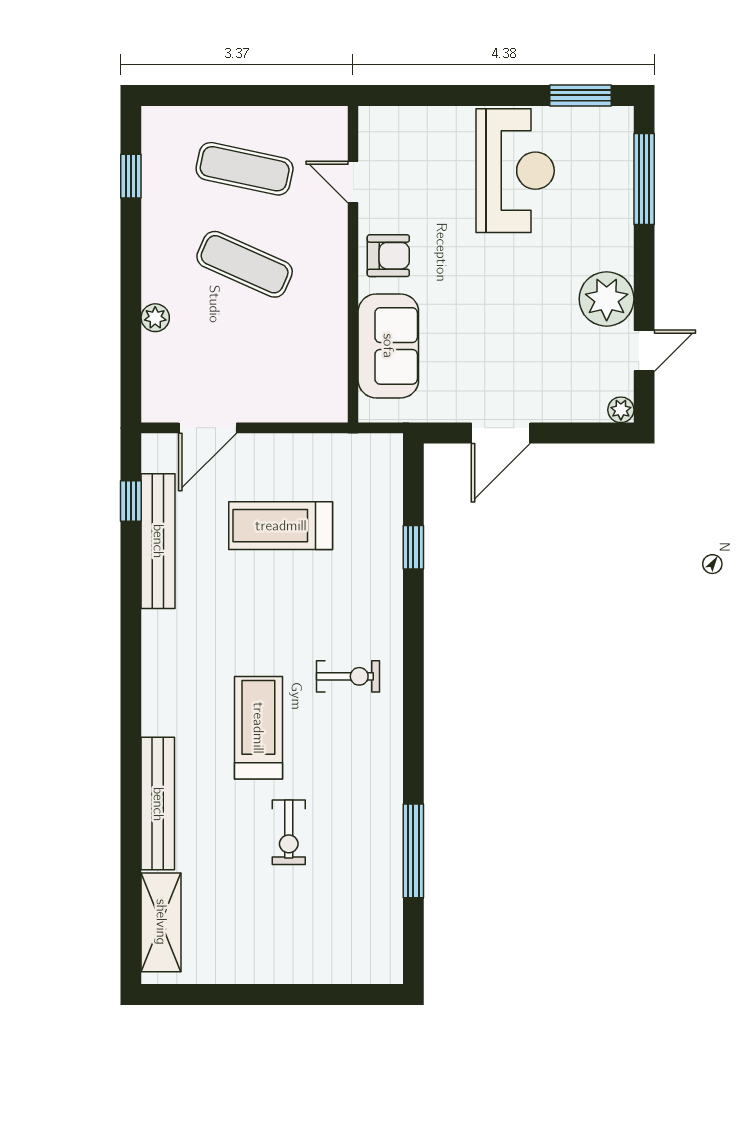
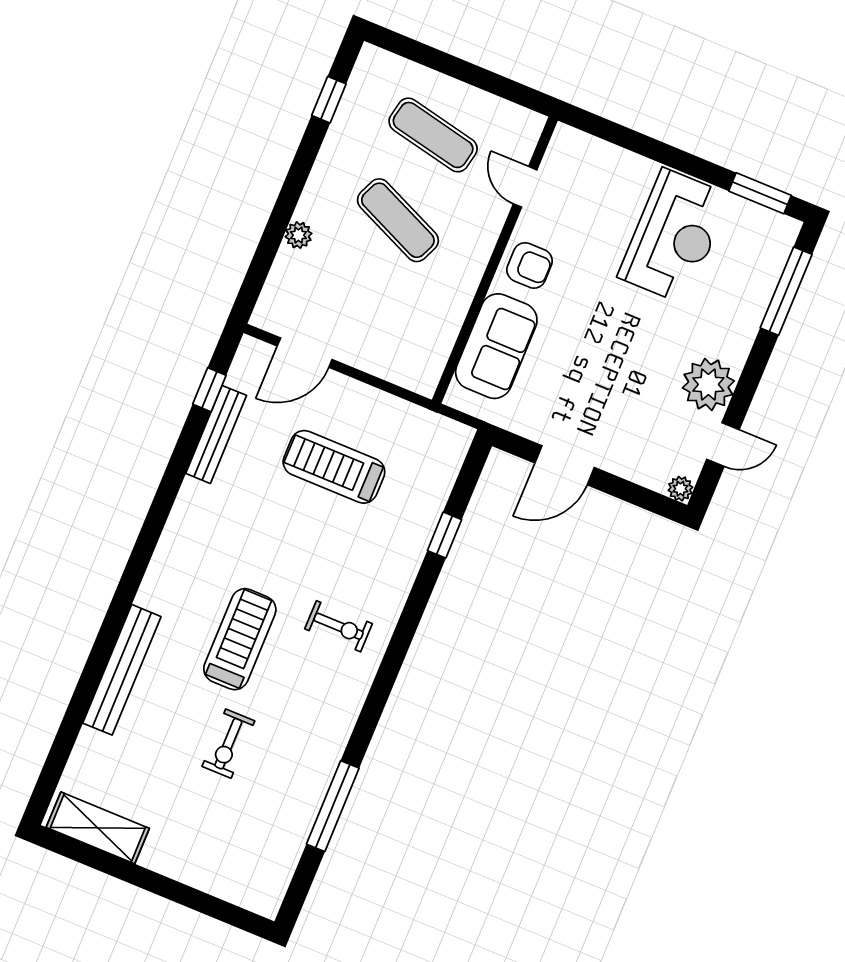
bench: (158, 541) -> (216, 434), width x0.73, depth x0.82
shelving: (161, 922) -> (98, 828), moved, turned 90

